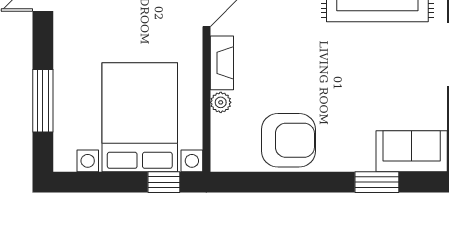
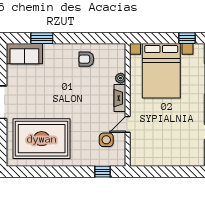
armchair: (288, 140) -> (86, 59), width x0.53, depth x0.53
window: (164, 182) -> (187, 38), moved

